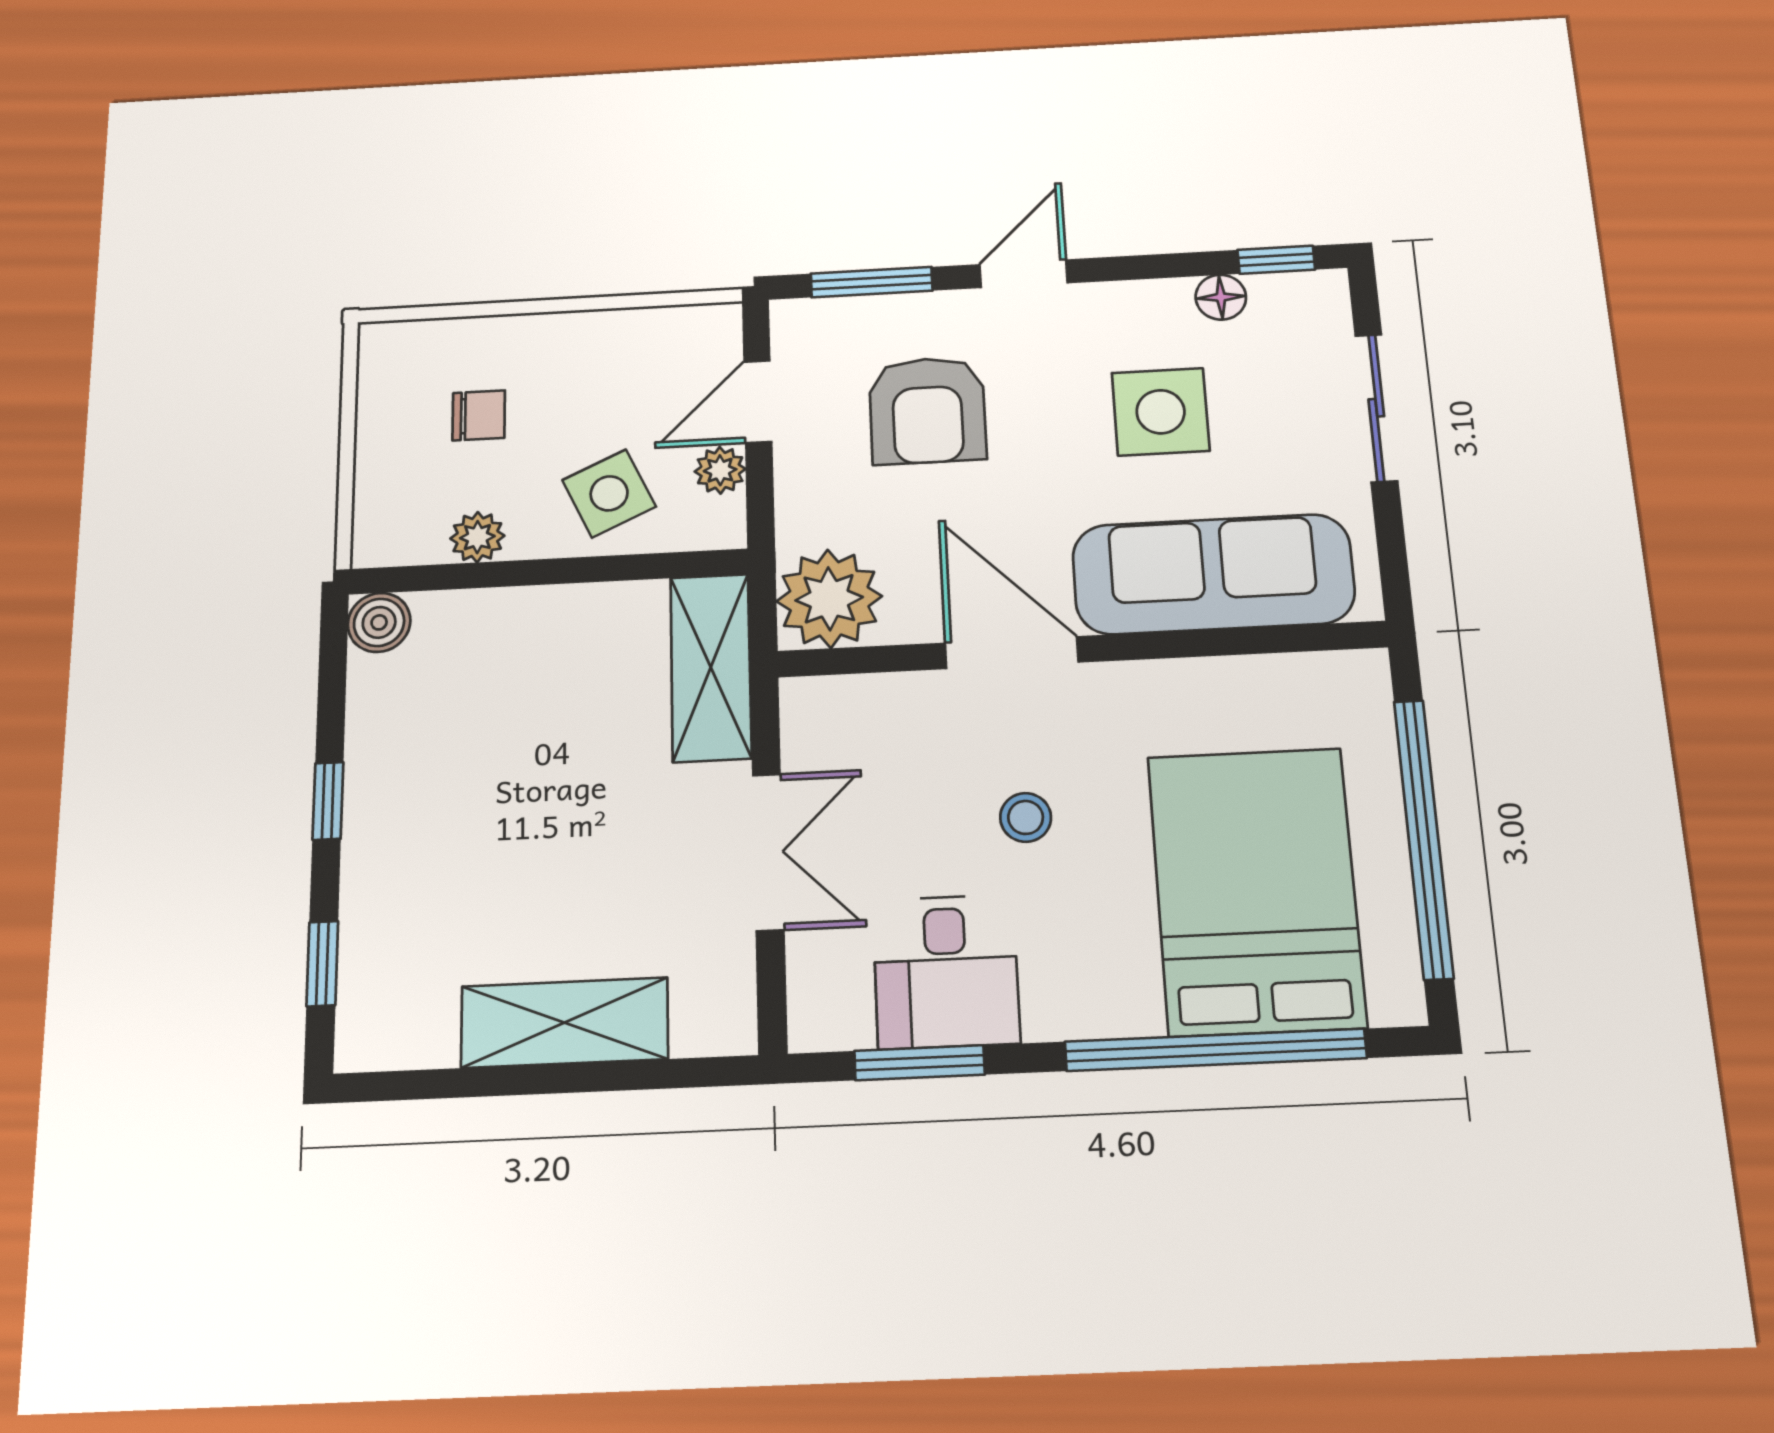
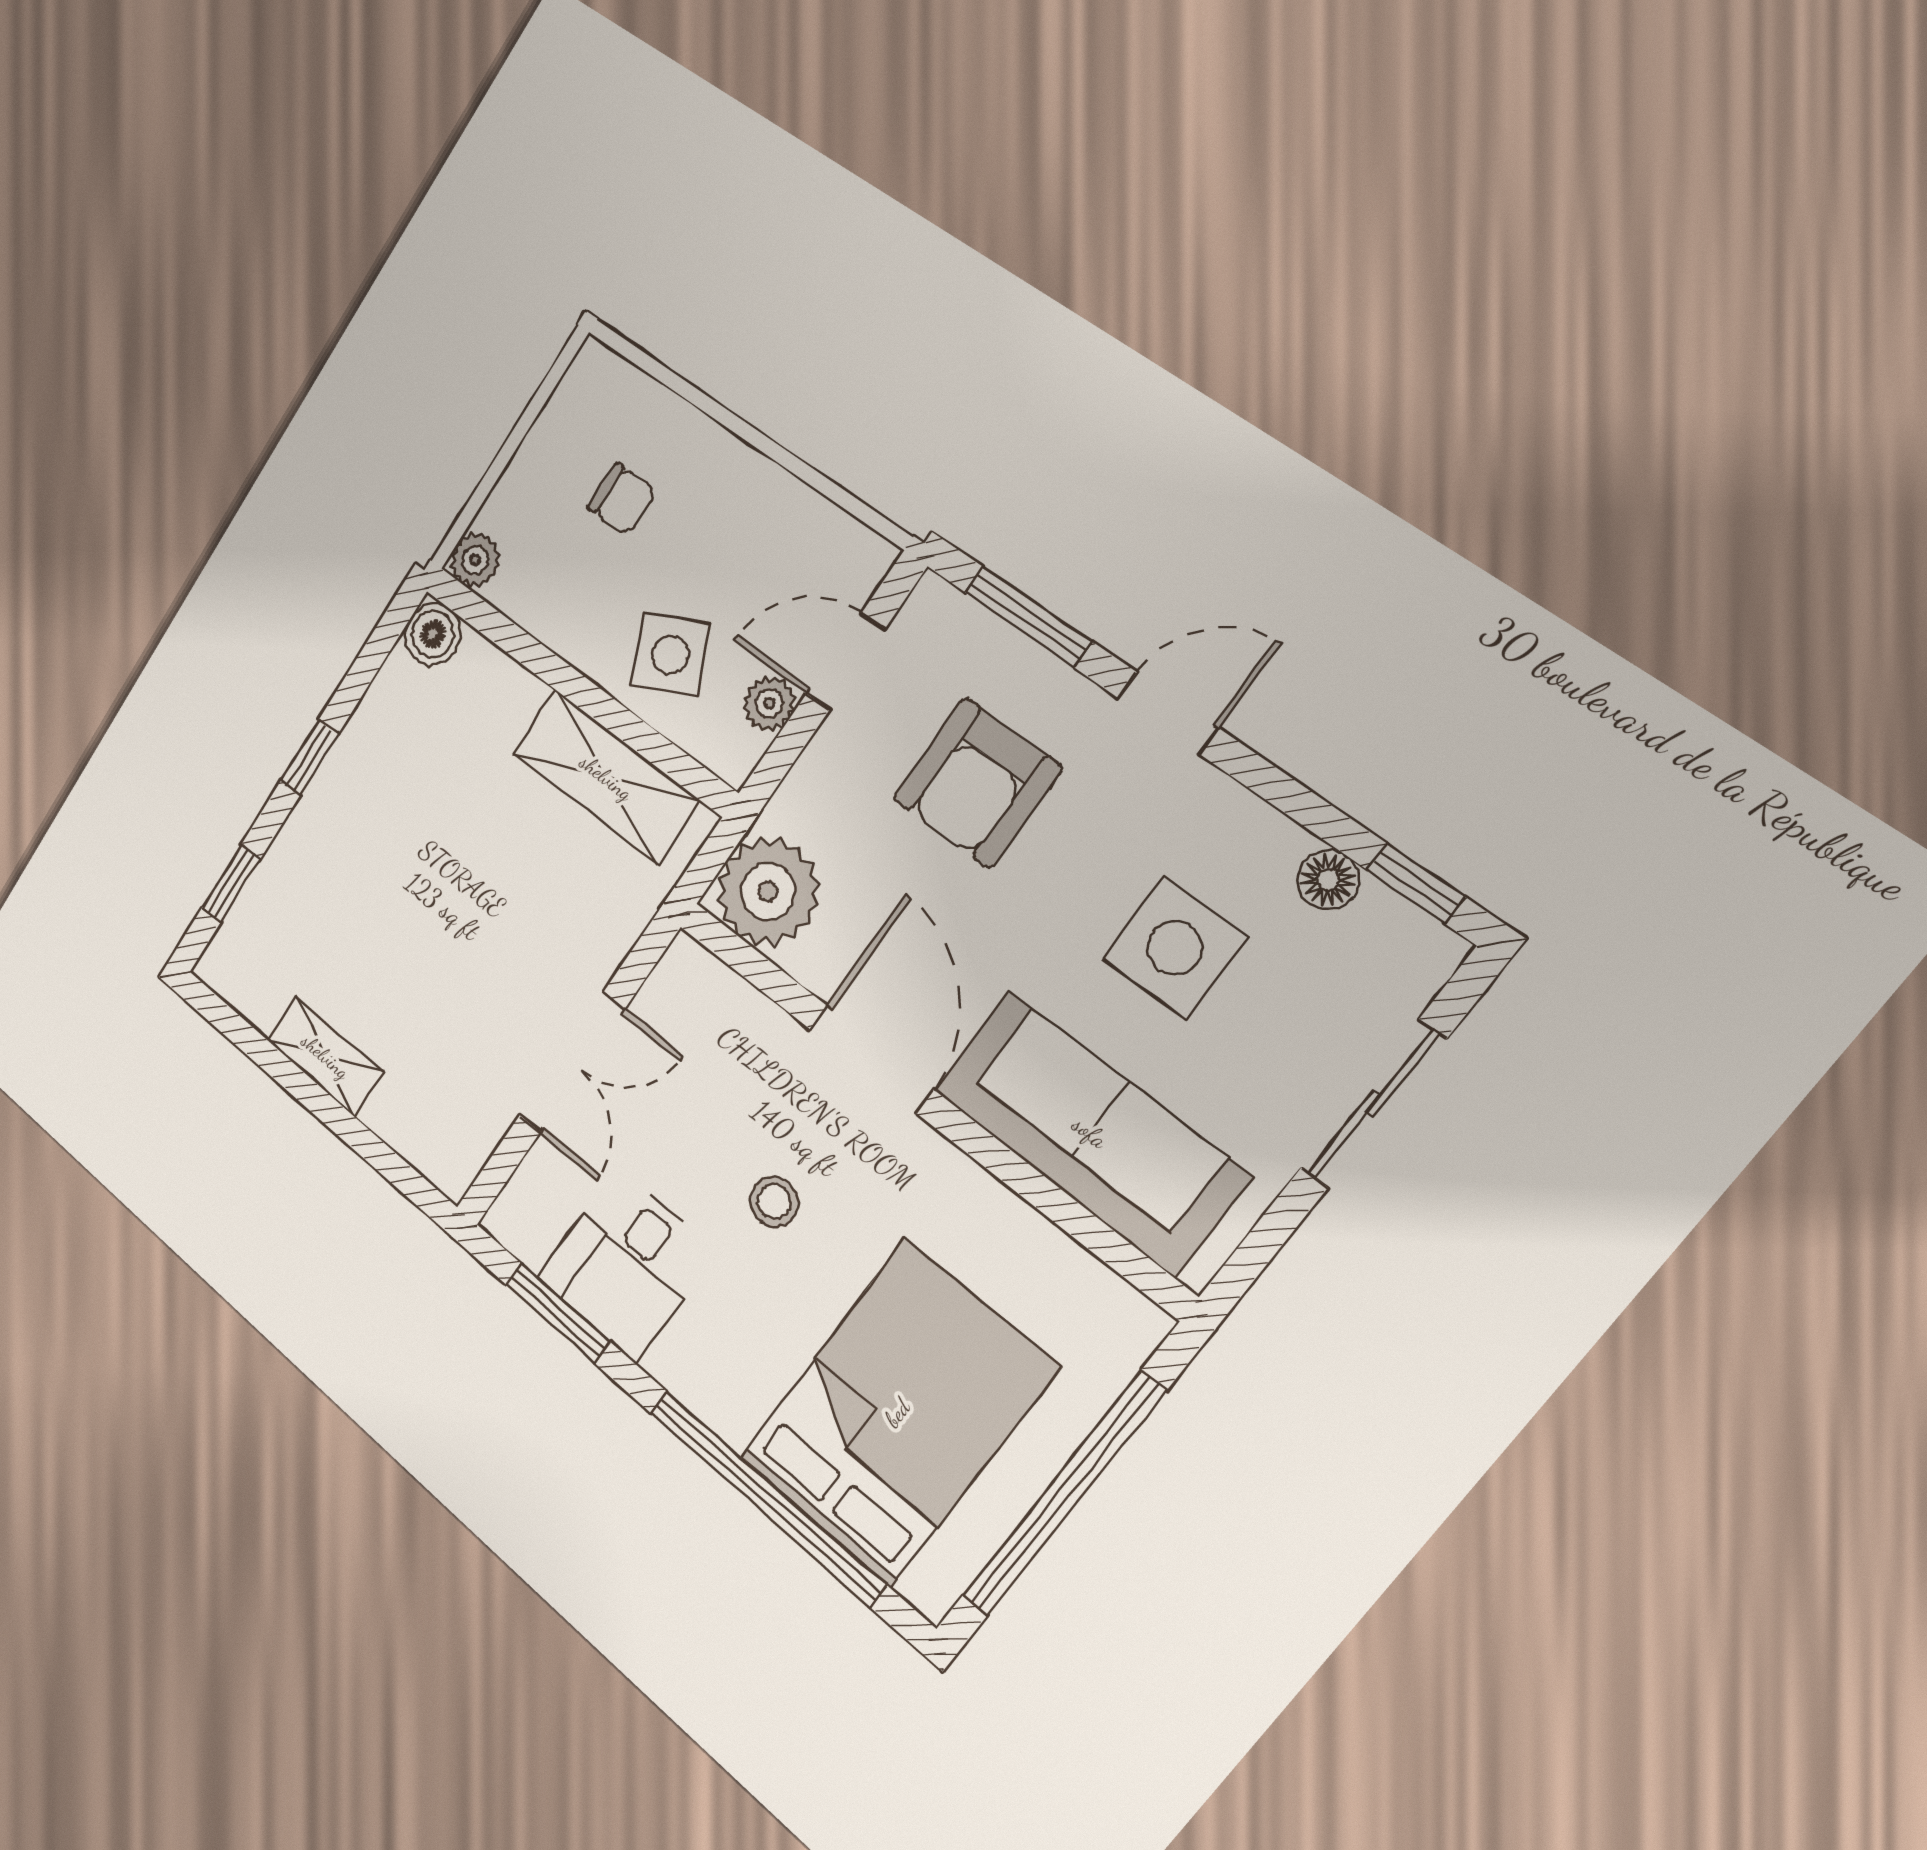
plant: (477, 537) -> (475, 560), moved
shelving: (711, 667) -> (606, 777), moved, turned 90
shelving: (564, 1023) -> (325, 1056), width x0.67, depth x0.75

